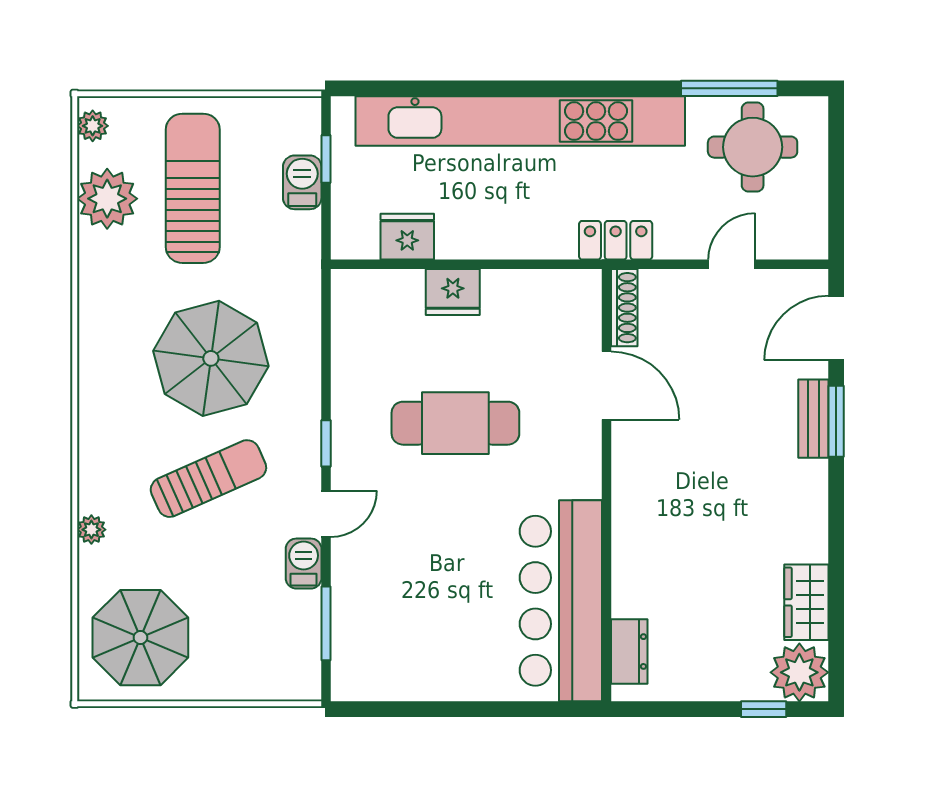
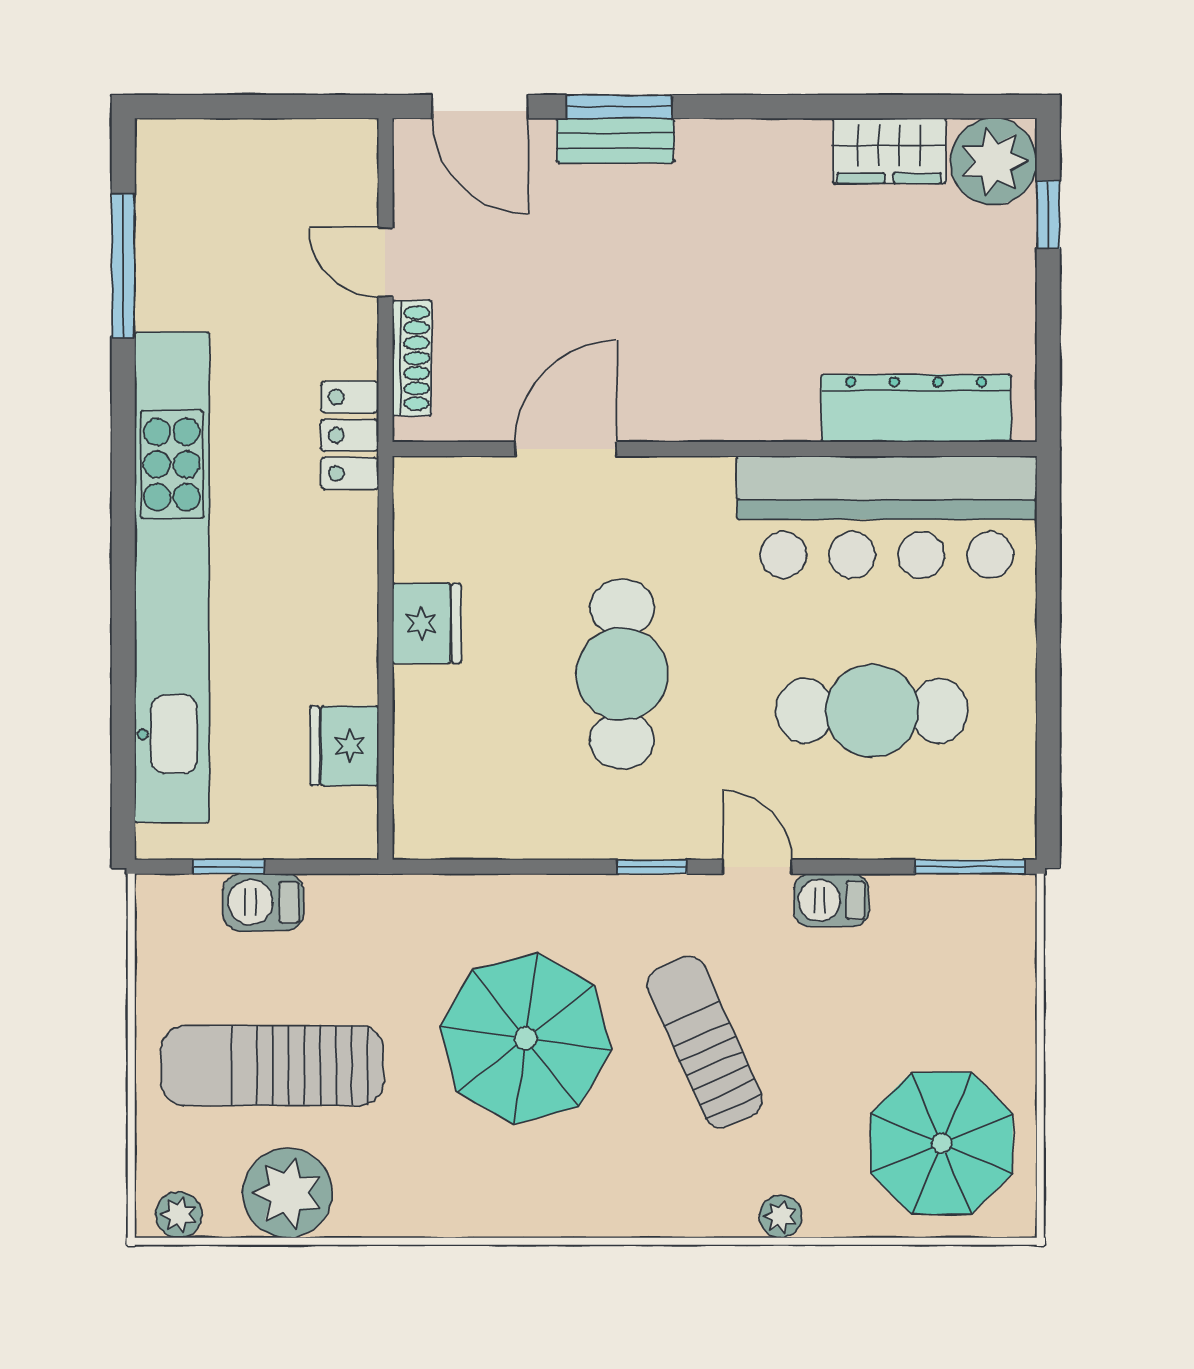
round table: (753, 147) -> (211, 231), removed
fridge: (453, 292) -> (427, 623), moved
shoe rack: (624, 308) -> (412, 358), moved, turned 90
cafe table: (431, 591) -> (872, 711), added
window: (326, 623) -> (970, 867), moved
dresser: (629, 652) -> (916, 408), width x1.96, depth x1.24

